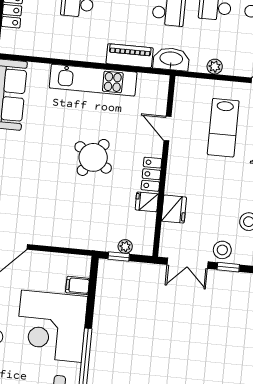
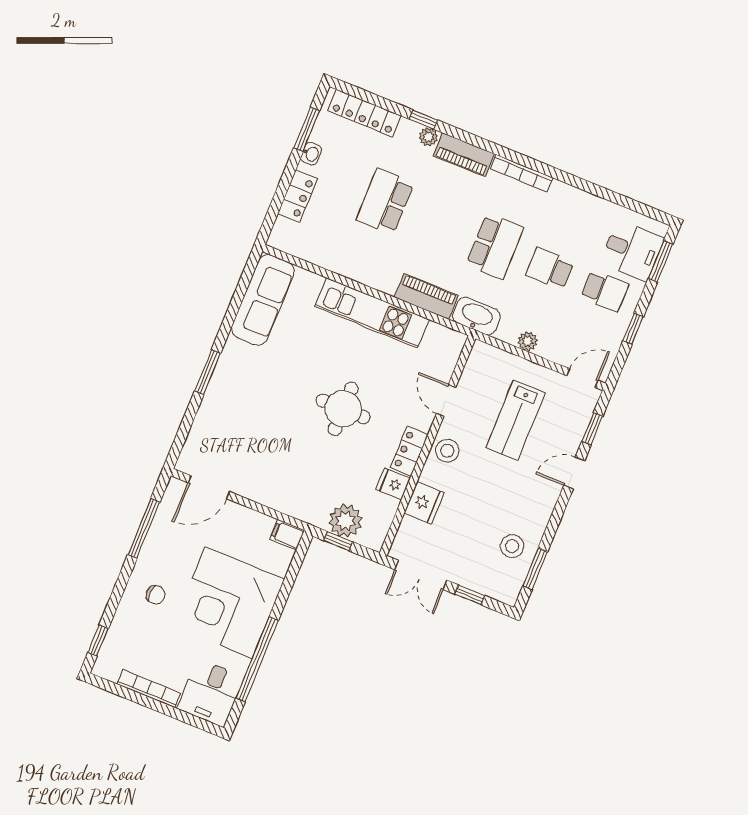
round table: (93, 157) -> (343, 409), turned -34
plant: (125, 246) -> (345, 521), width x1.87, depth x1.87
stool: (222, 250) -> (447, 451), moved
filing cabinet: (77, 285) -> (287, 535), moved

